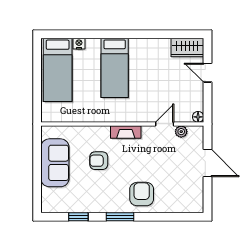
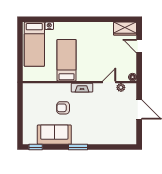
bed: (115, 68) -> (67, 60), moved, turned 180
sofa: (55, 163) -> (54, 135), moved, turned -90
armchair: (142, 194) -> (93, 131), removed
window: (78, 217) -> (36, 147), moved

